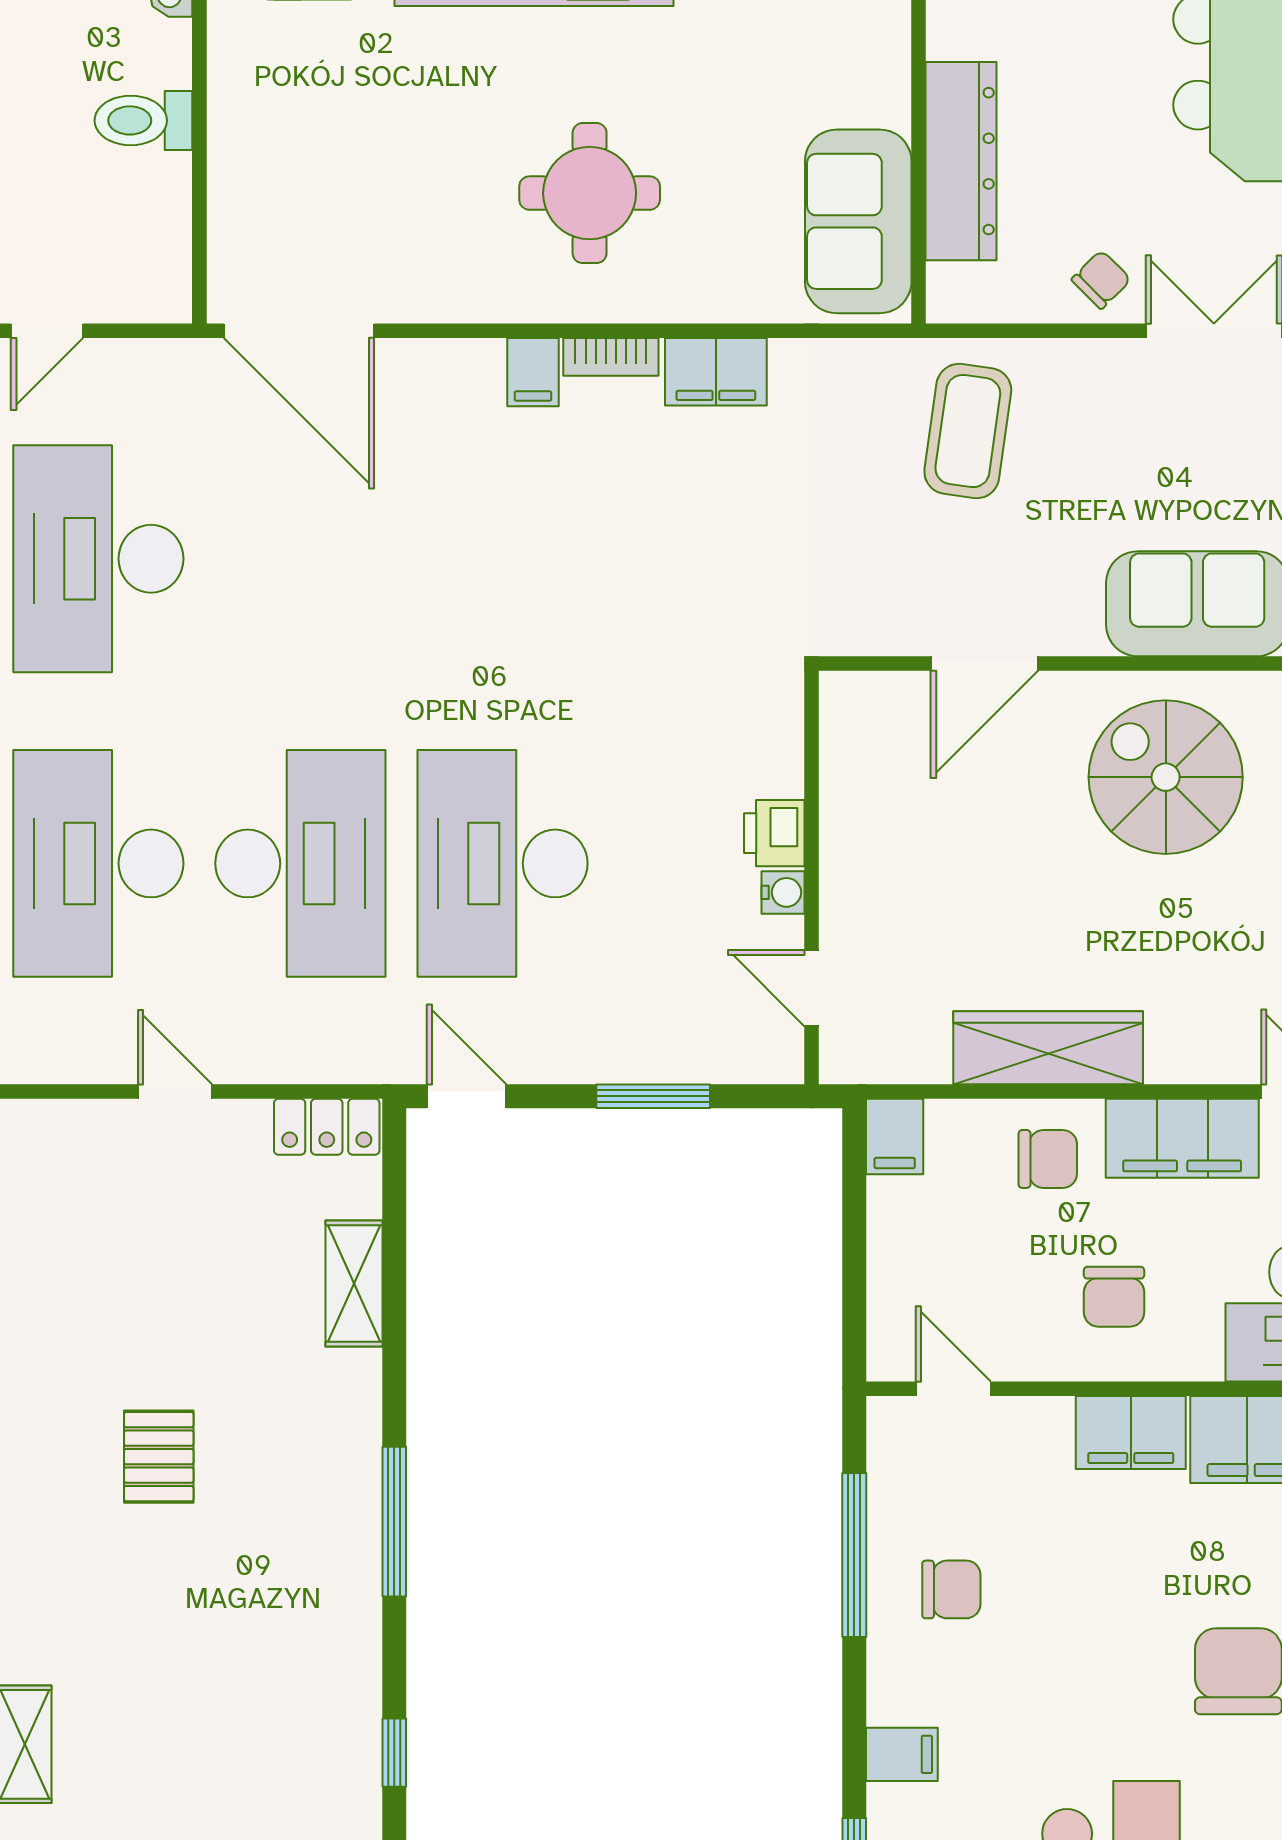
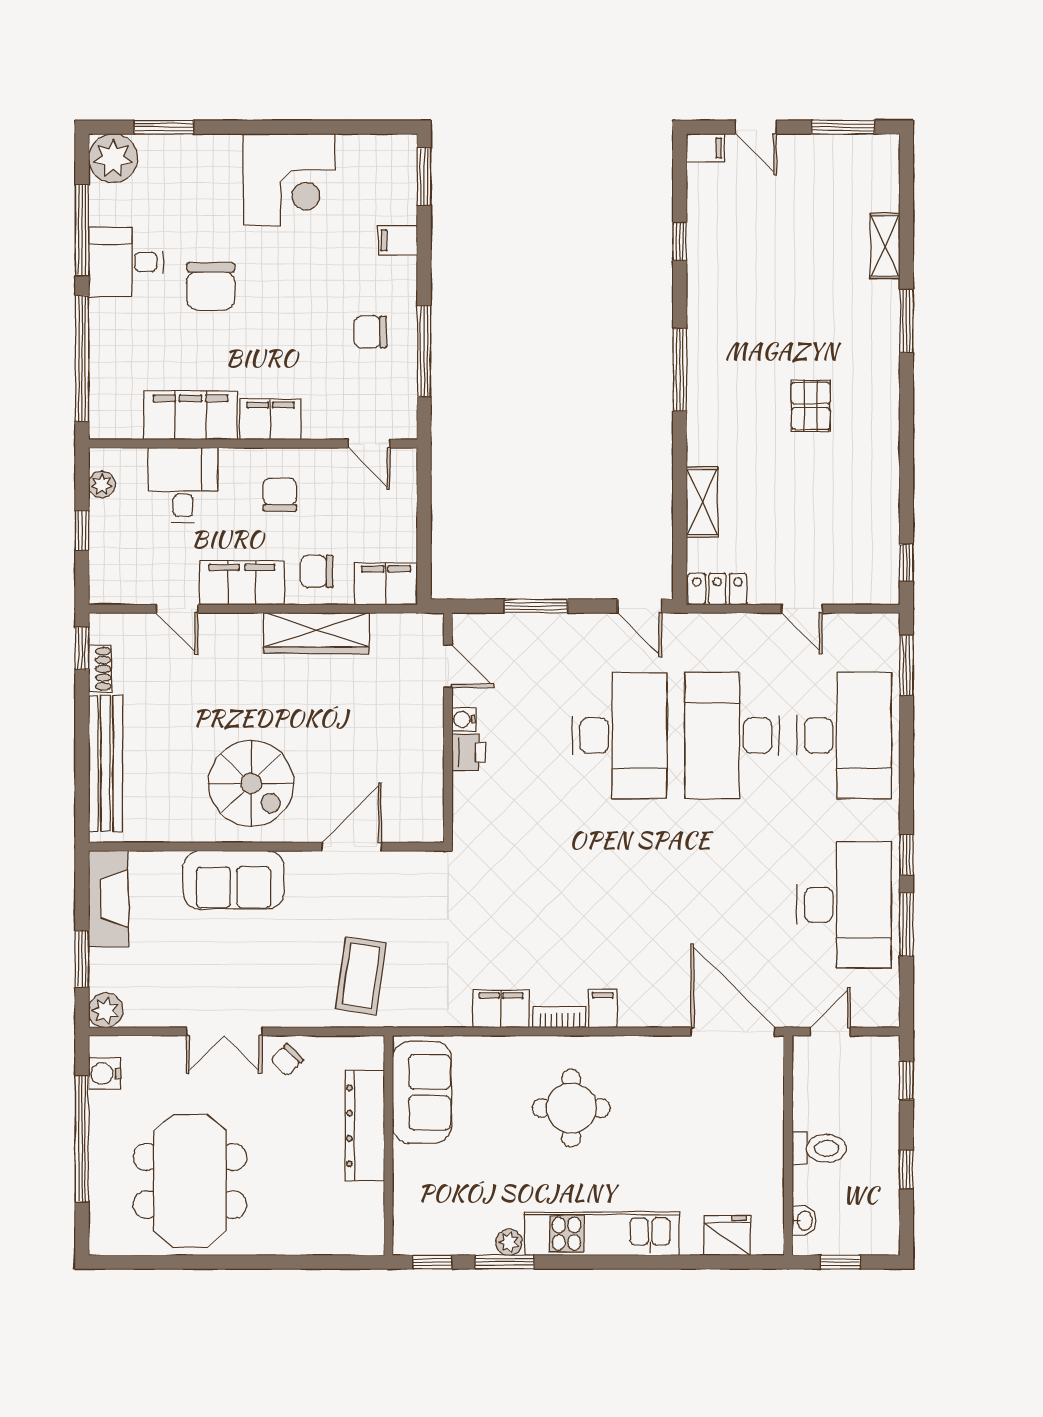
door: (47, 331) -> (830, 1032), moved
filing cabinet: (895, 1137) -> (386, 584), width x2.00

